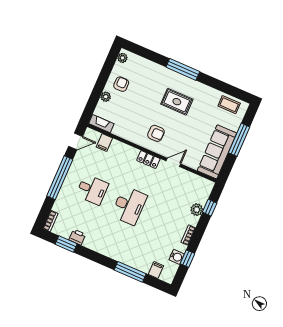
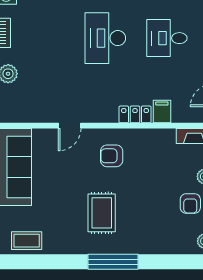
rug: (177, 102) -> (102, 213), turned 90
filing cabinet: (104, 143) -> (162, 112), moved
locker: (148, 160) -> (135, 114), moved

